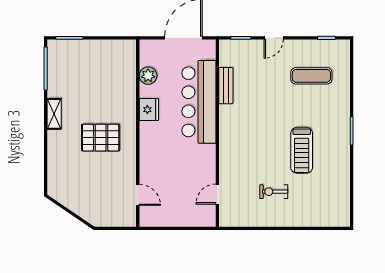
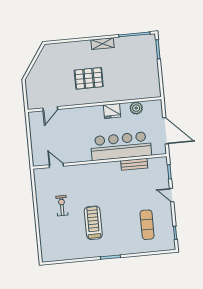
pallet: (101, 138) -> (89, 78), turned 90
treadmill: (302, 150) -> (93, 223), turned 90

